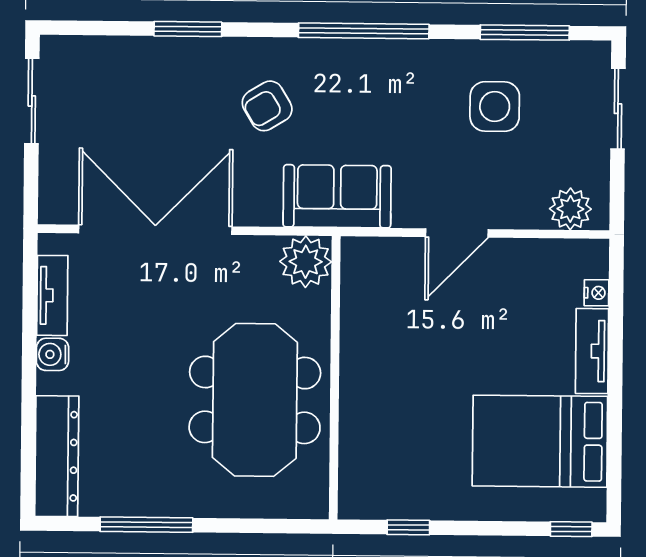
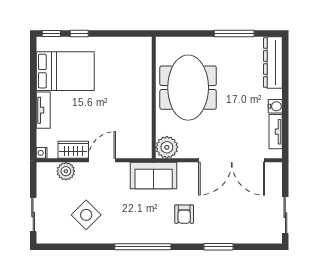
window: (525, 33) -> (74, 247), removed
armchair: (267, 106) -> (184, 214), turned 121
side table: (495, 107) -> (86, 215), turned 45
plant: (570, 209) -> (66, 171), moved
wardrobe: (523, 258) -> (73, 150), added
nightstand: (597, 293) -> (42, 153), moved
window: (408, 527) -> (79, 33), moved

